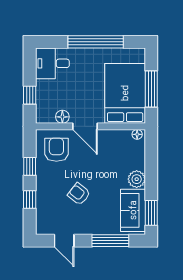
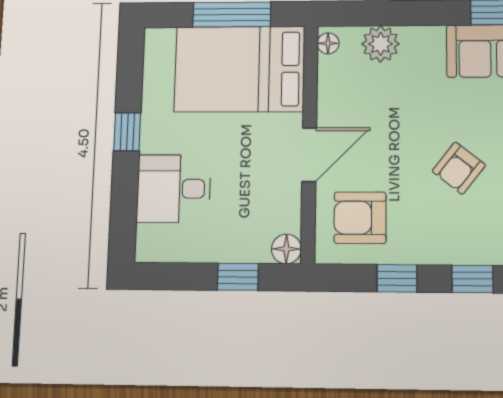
window: (96, 42) -> (127, 132), width x0.32
desk: (52, 63) -> (174, 189), moved, turned 90
floor lamp: (62, 117) -> (286, 249), moved
plant: (137, 179) -> (381, 44), moved

